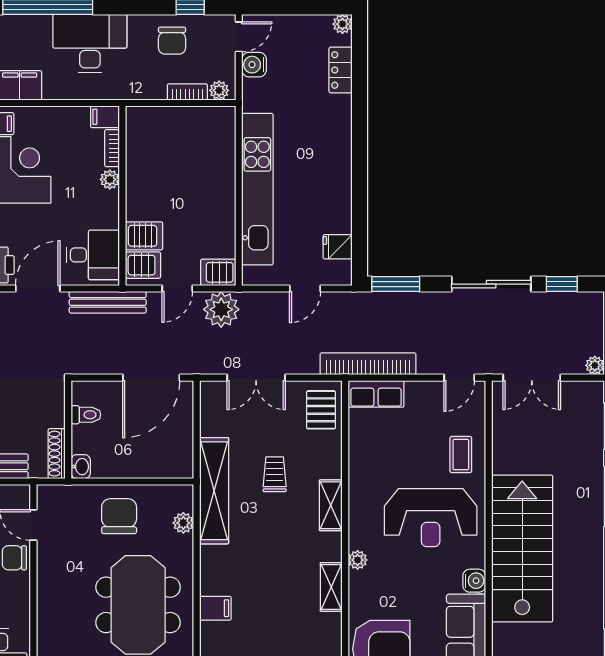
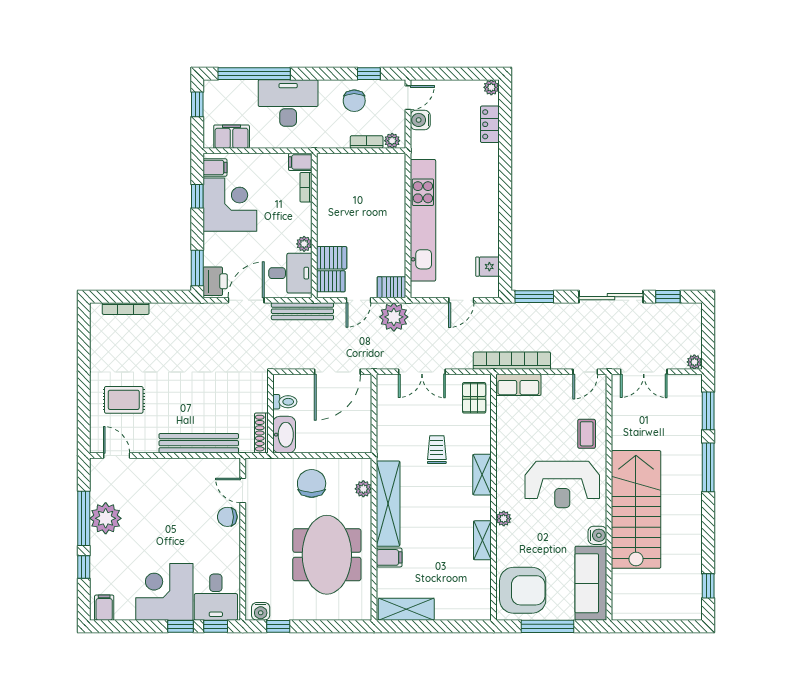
plant: (110, 179) -> (304, 244), moved
washbasin: (81, 467) -> (284, 435), width x1.91, depth x1.45
shelving: (214, 491) -> (388, 504), moved

